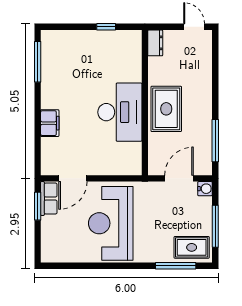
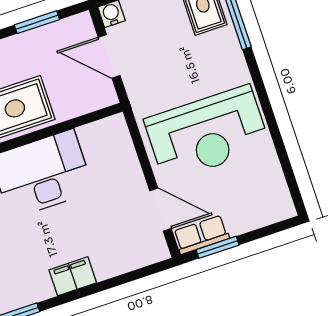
filing cabinet: (50, 123) -> (73, 276), moved
window: (215, 141) -> (37, 22), width x0.69

